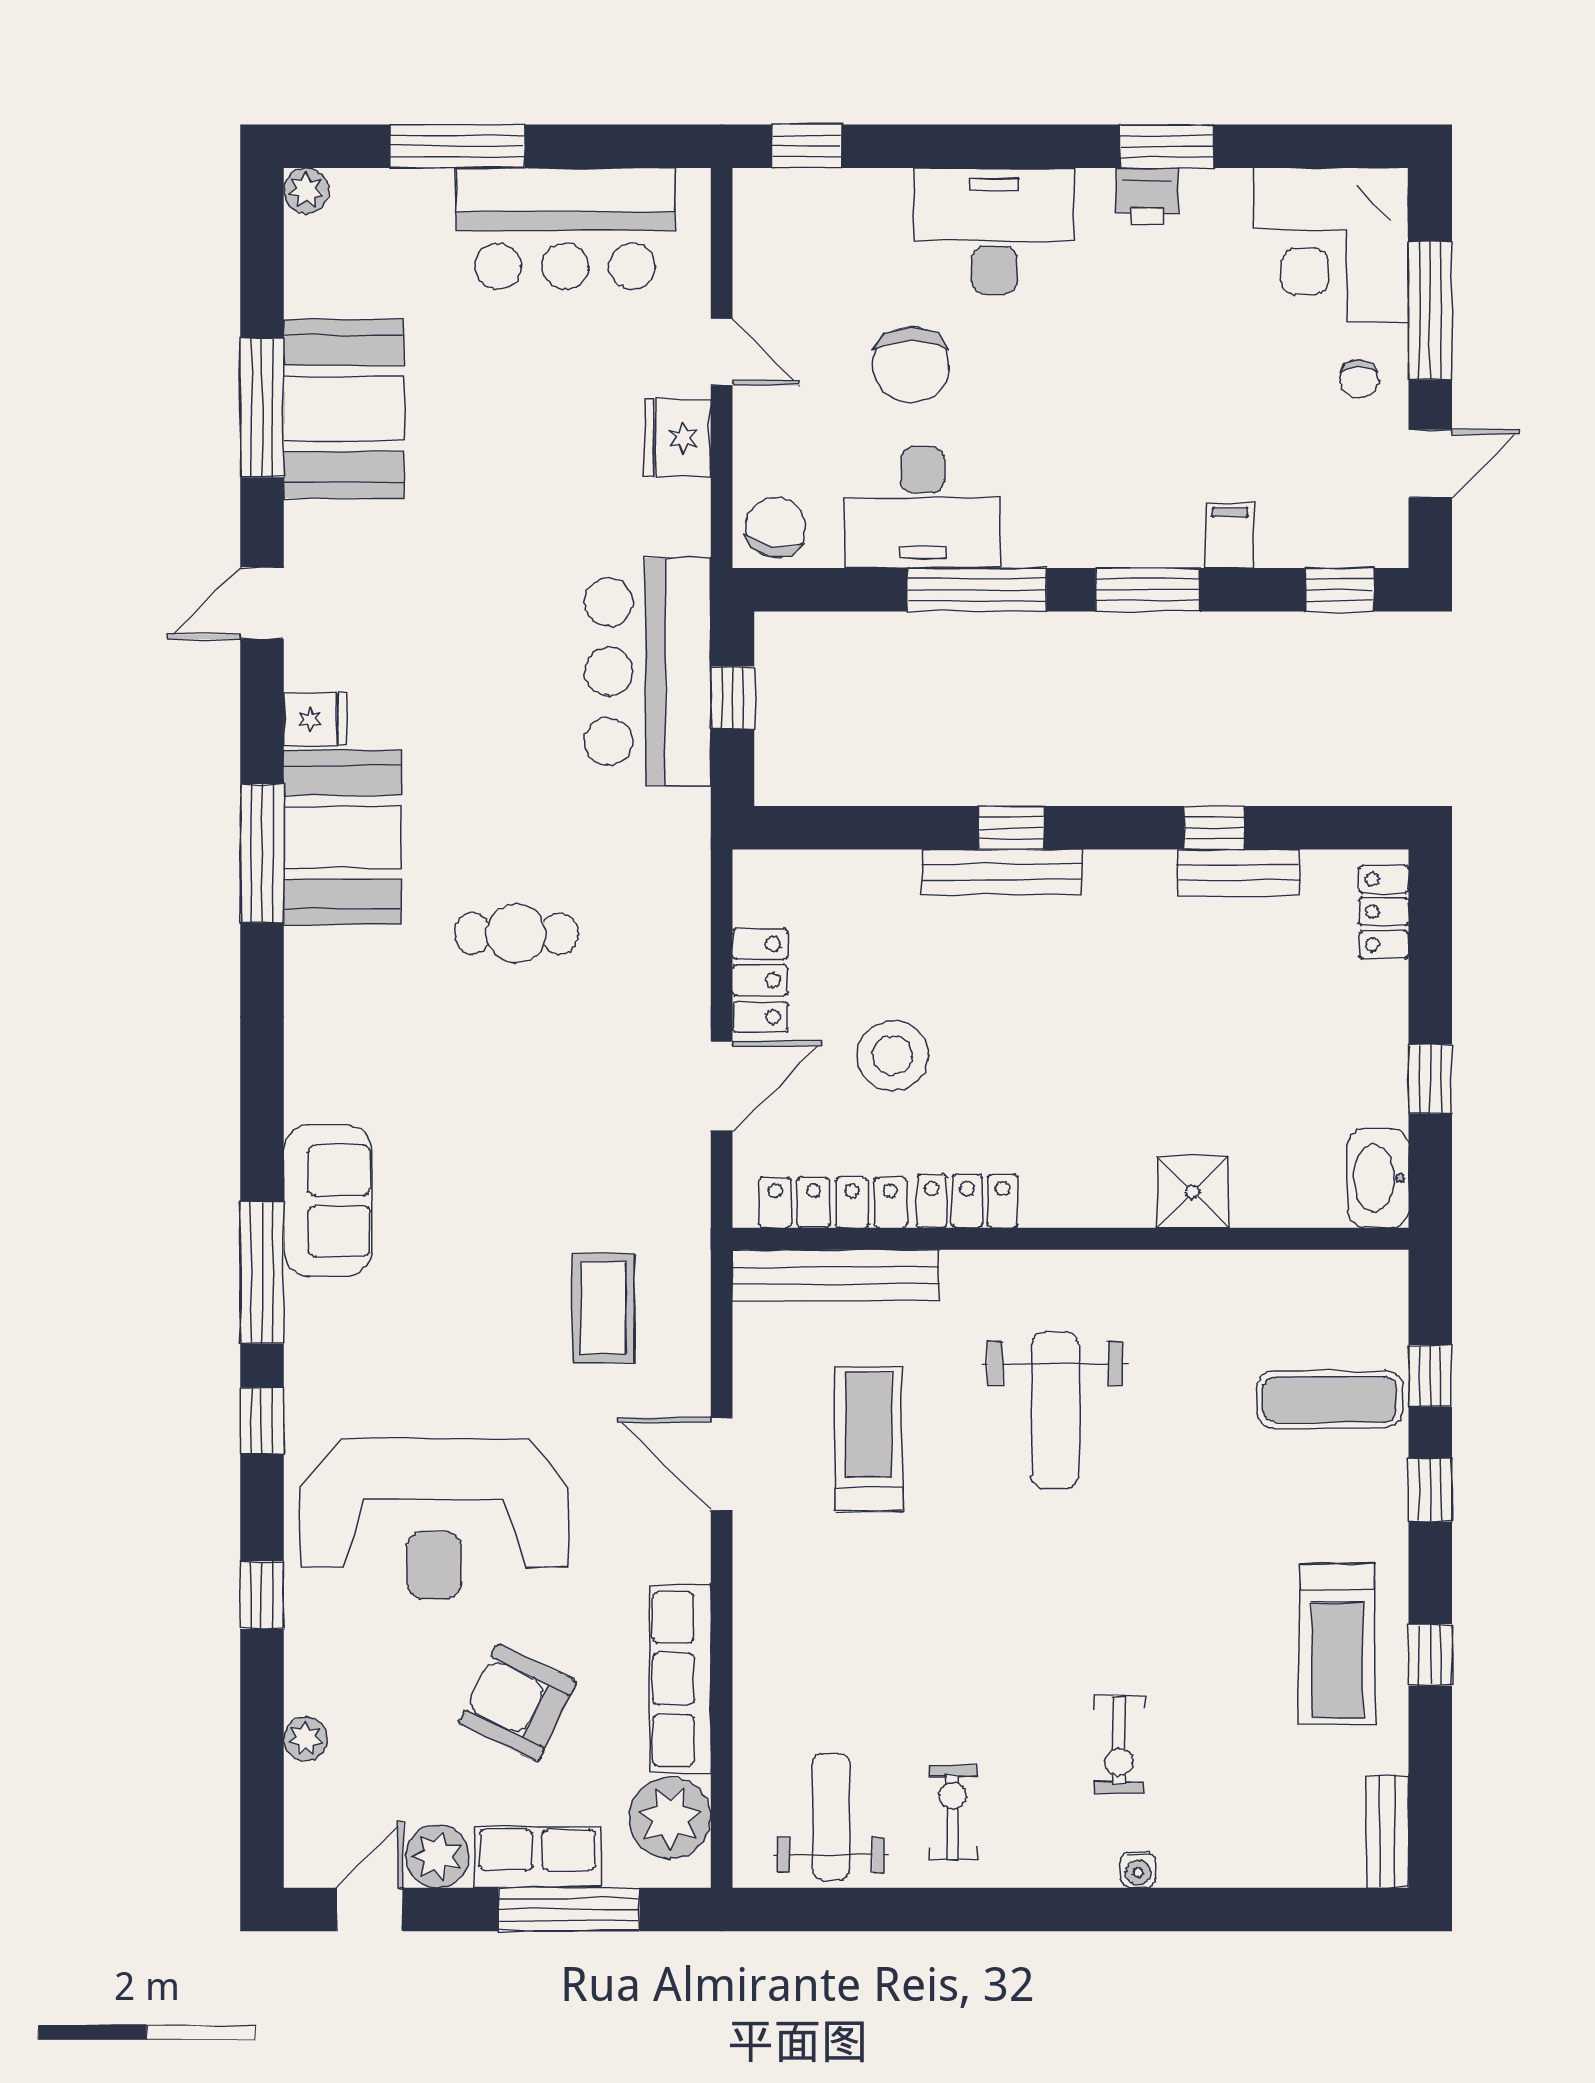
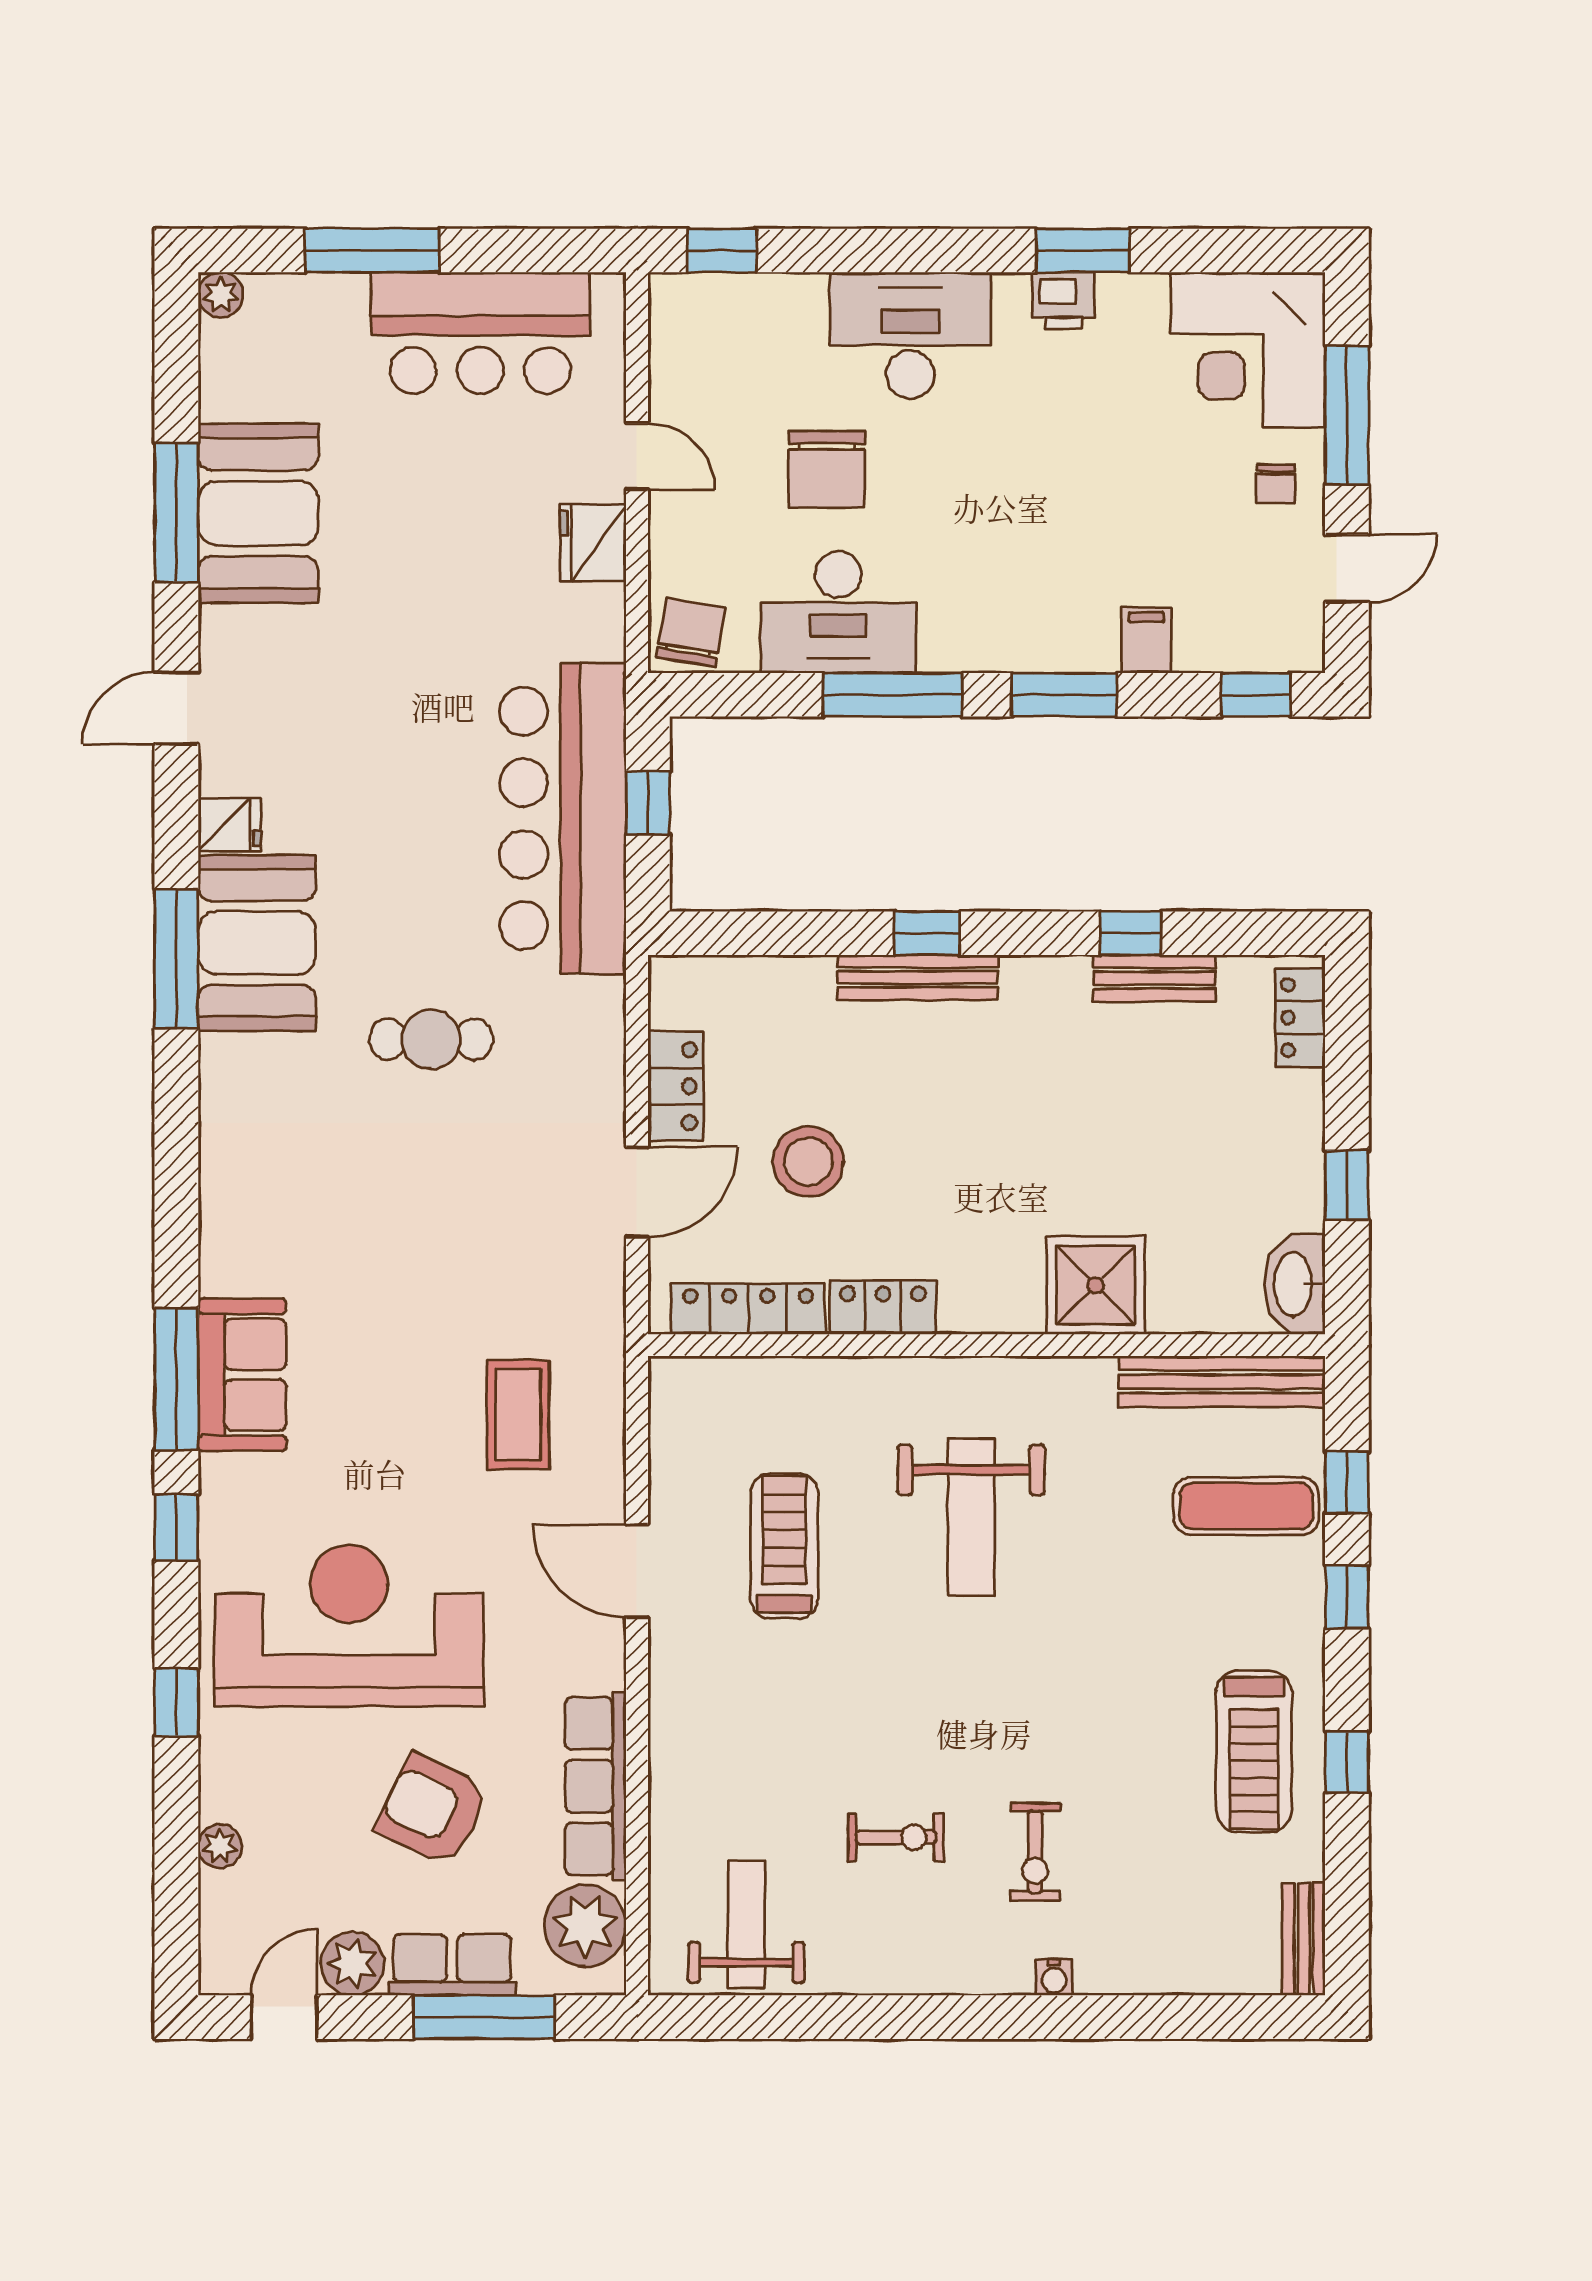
bar counter: (648, 672) -> (563, 818), width x1.36
shower: (1193, 1192) -> (1096, 1285), width x1.36, depth x1.36
sofa: (328, 1201) -> (242, 1375), moved
bench: (836, 1275) -> (1222, 1382), moved
reception desk: (434, 1519) -> (349, 1626), turned 180
exercise bike: (953, 1813) -> (896, 1837), moved, turned 90

